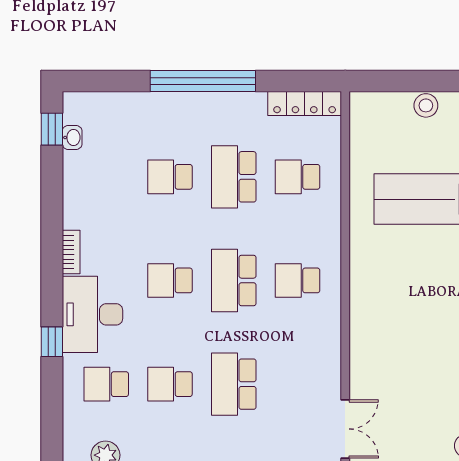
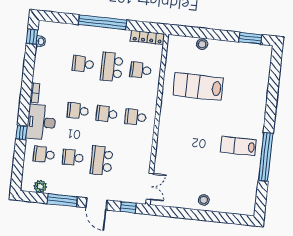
school desk: (234, 280) -> (107, 114), width x0.54

